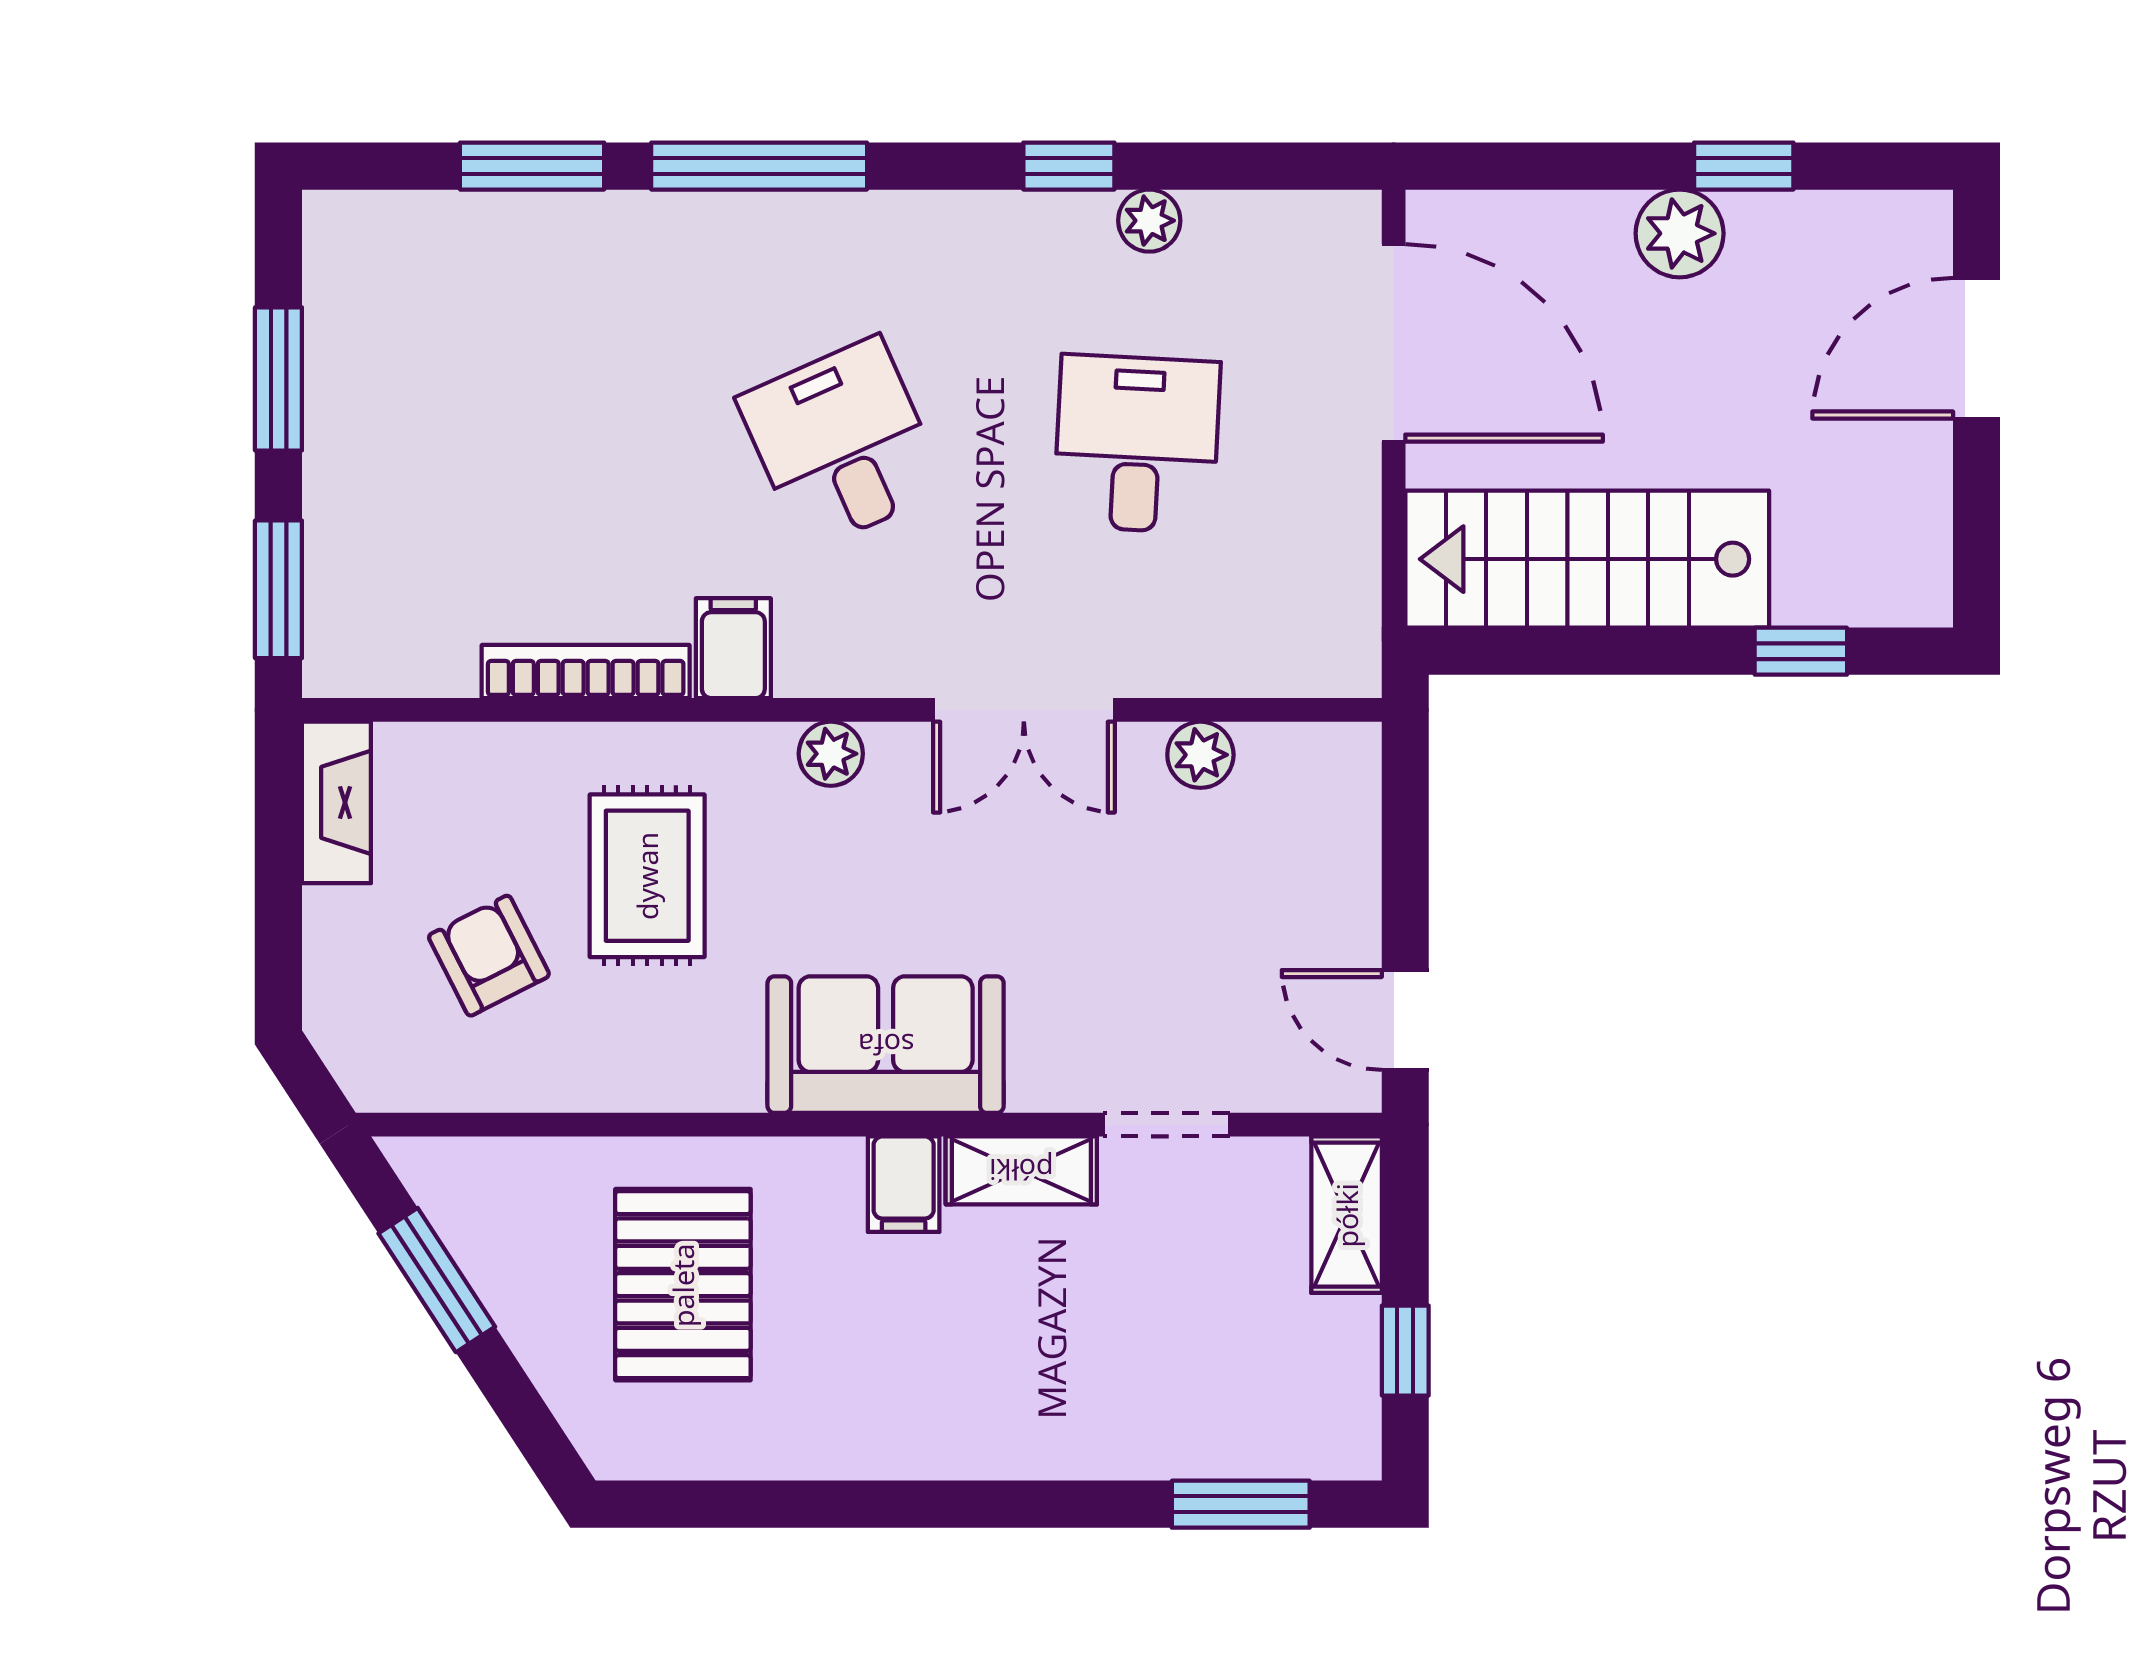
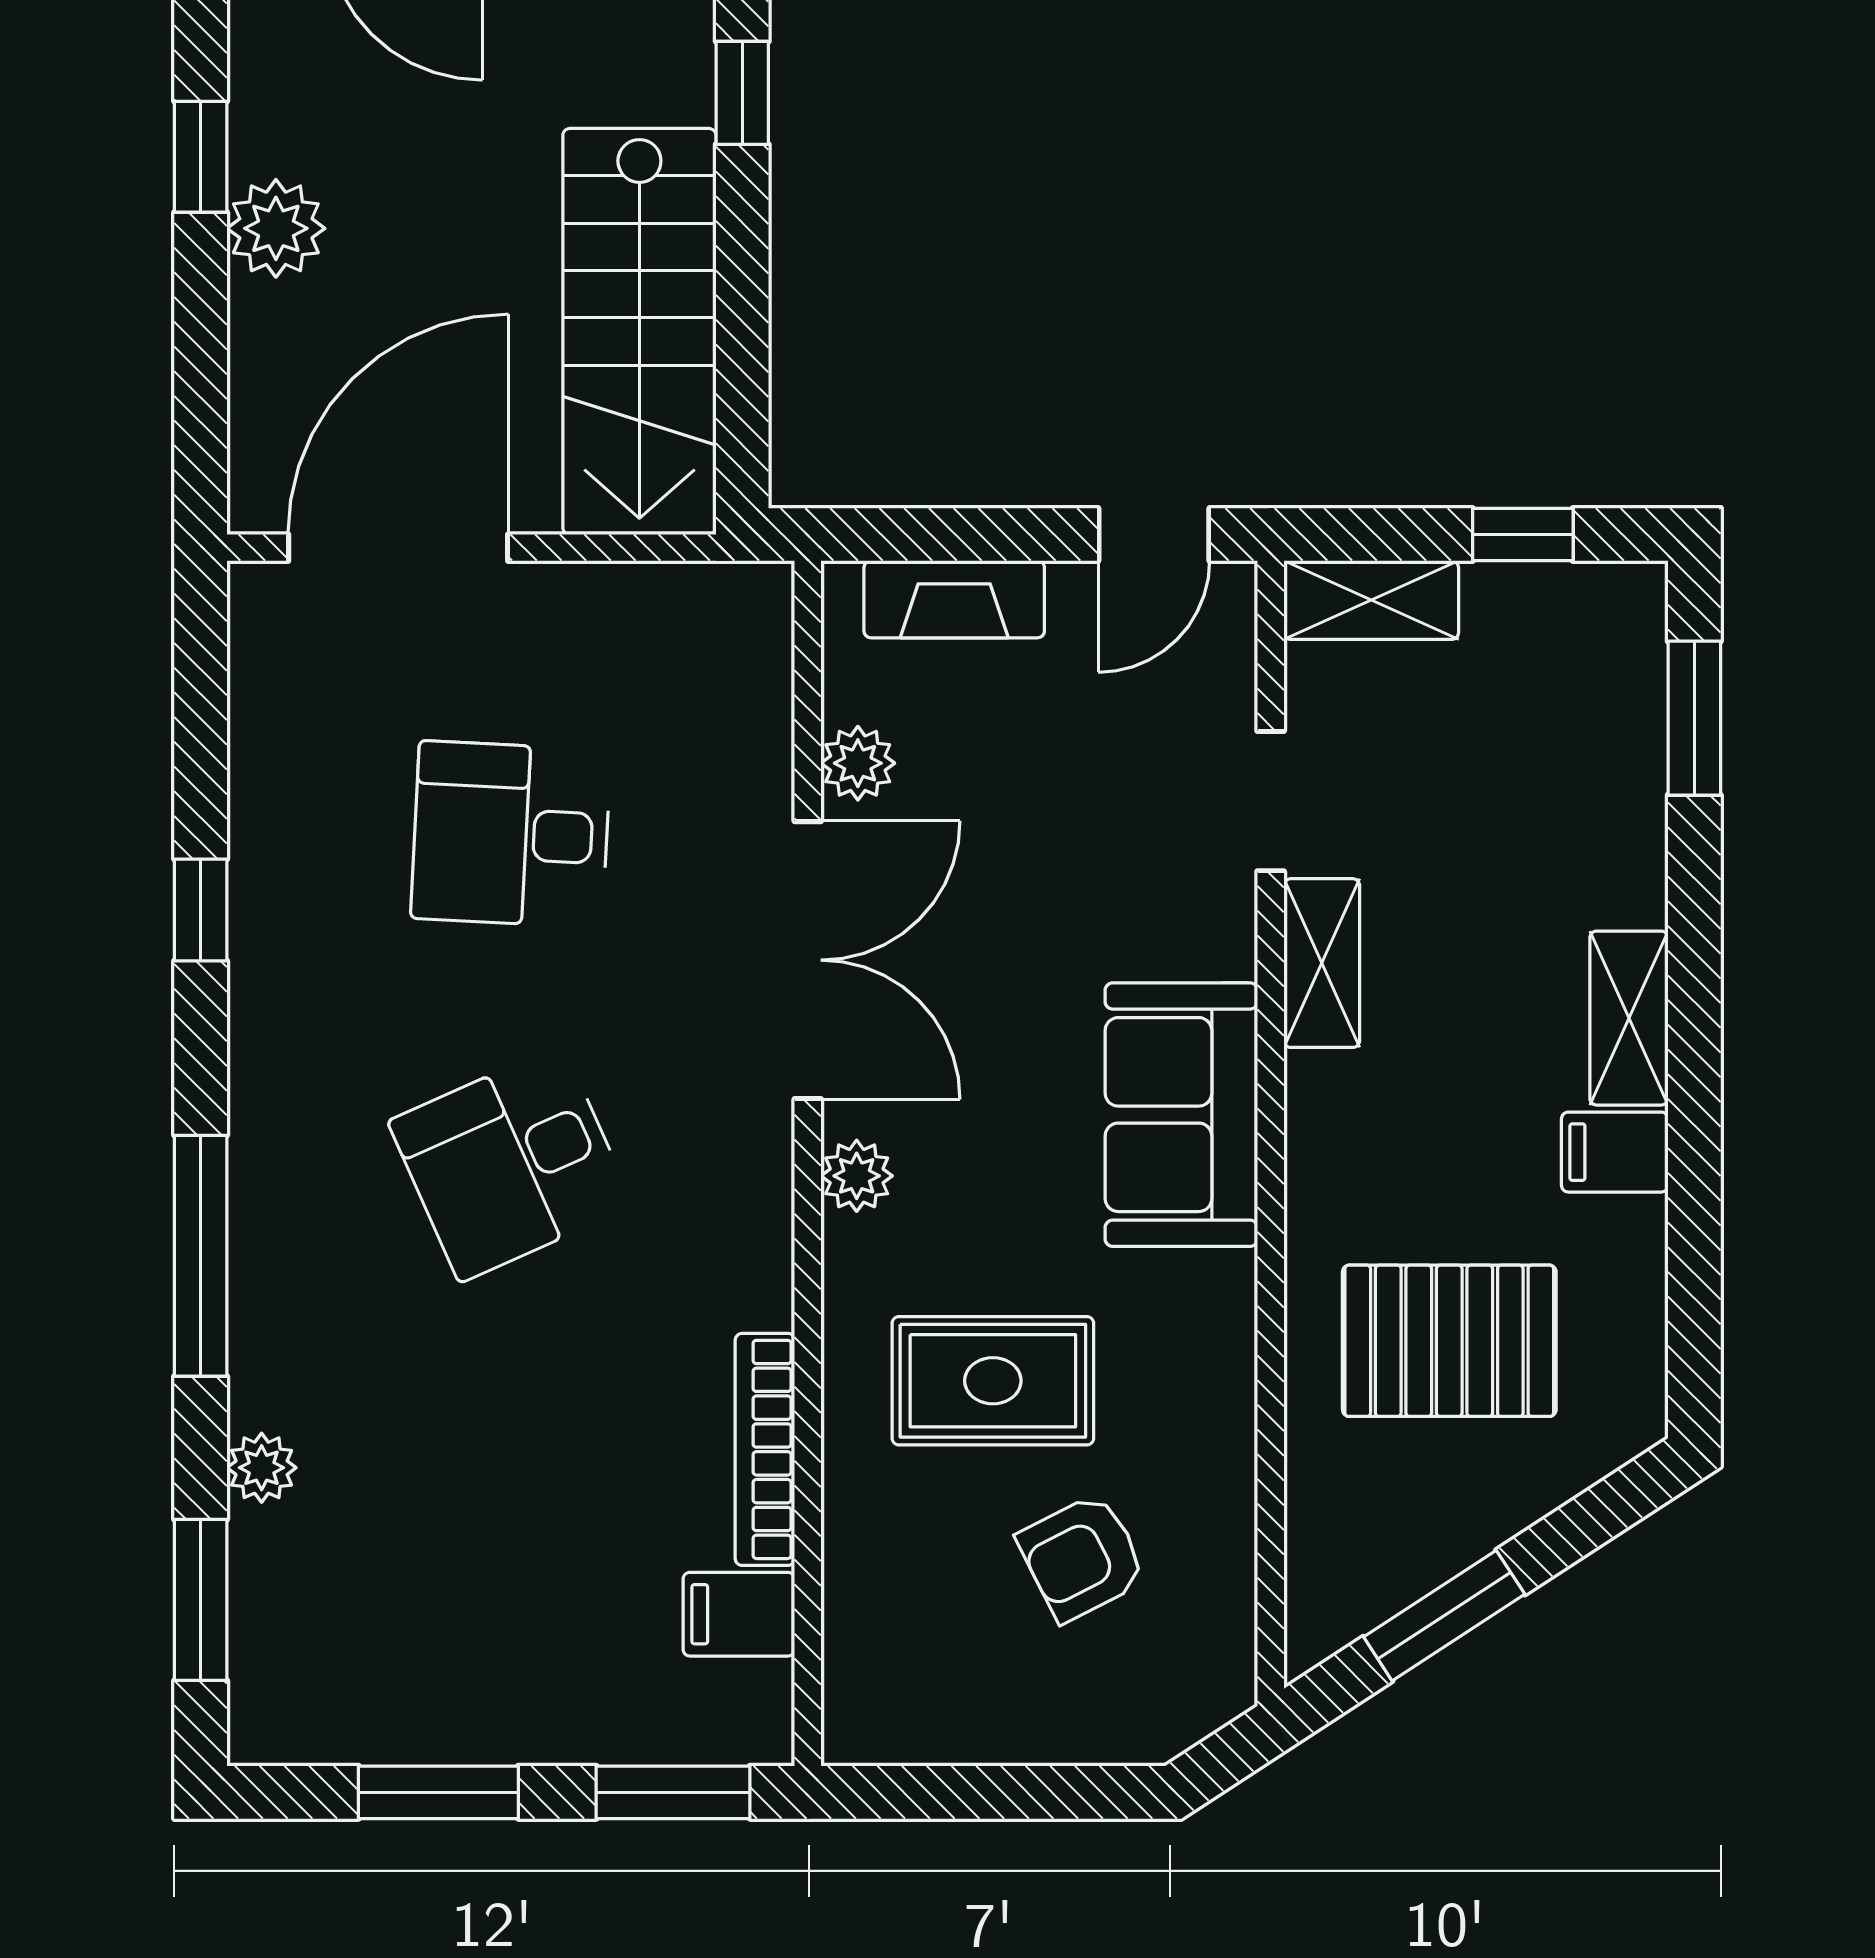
window: (532, 166) -> (201, 1600), moved
plant: (1149, 221) -> (262, 1468), moved
filing cabinet: (733, 648) -> (739, 1614), moved
double door: (1024, 710) -> (808, 960), width x1.37
fireplace: (336, 802) -> (954, 599), moved, turned 180
filing cabinet: (904, 1184) -> (1615, 1152), moved, turned 180
shelving: (972, 1446) -> (1629, 1018), added

